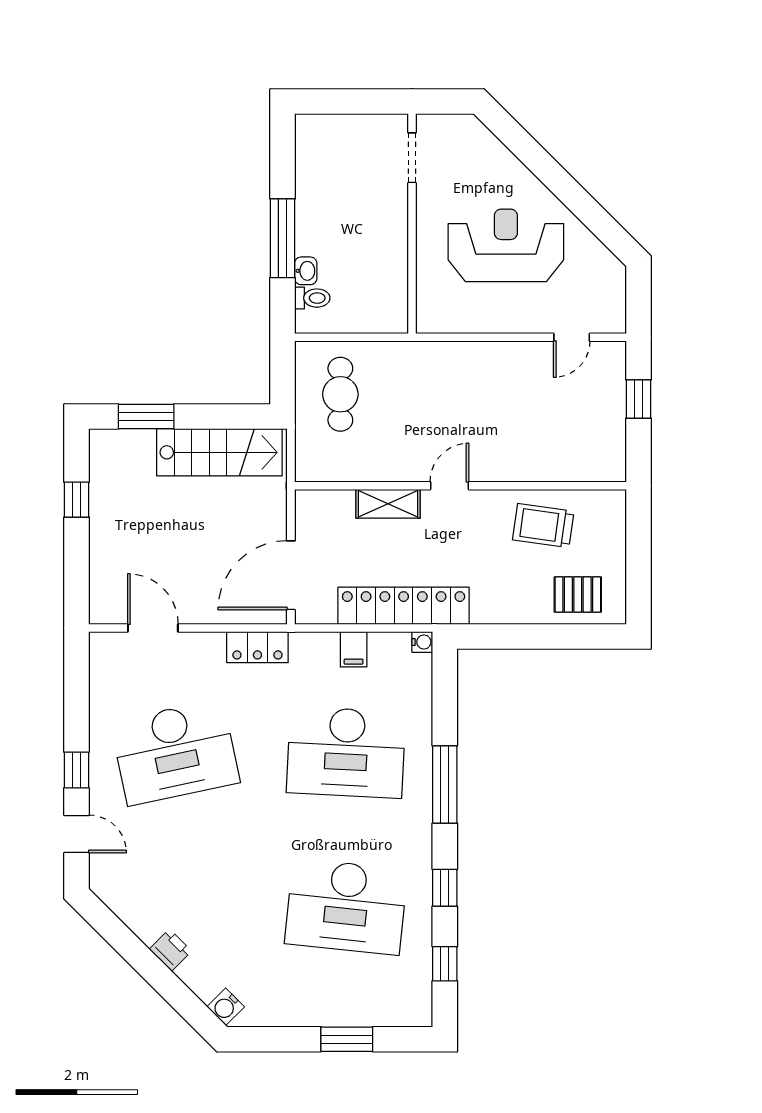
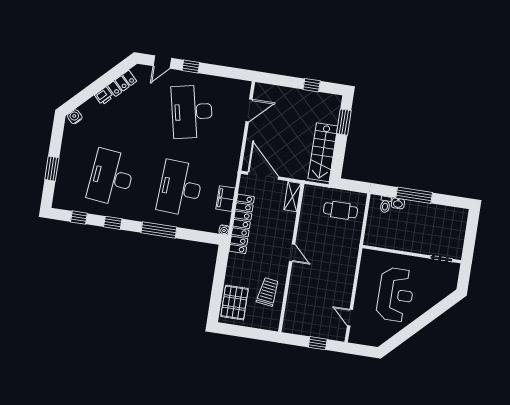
shelving: (388, 504) -> (292, 197), moved
pallet: (578, 595) -> (235, 303), width x1.50, depth x1.42
locker: (257, 647) -> (122, 83), moved, turned -135
filing cabinet: (354, 649) -> (226, 199), width x2.00

